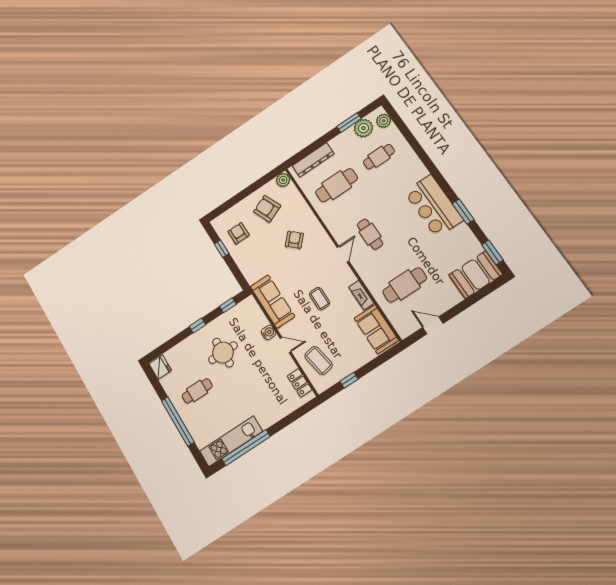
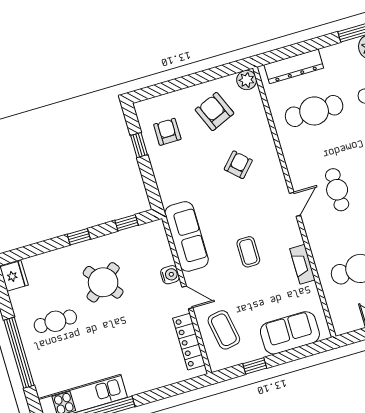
sofa: (376, 329) -> (290, 333), moved, turned 90
round table: (223, 353) -> (103, 282), turned -38
locker: (300, 383) -> (189, 342), width x1.53

